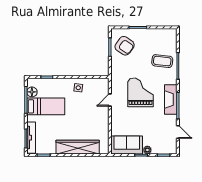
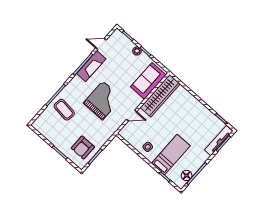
armchair: (125, 46) -> (83, 148), turned -125
grand piano: (141, 92) -> (103, 100), turned 180
fireplace: (171, 99) -> (91, 66), moved
bed: (46, 106) -> (171, 155), moved, turned 90
door: (178, 132) -> (101, 44), hinge flipped
sofa: (127, 145) -> (148, 81), moved, turned 90
wardrobe: (78, 147) -> (160, 96), moved, turned -90

